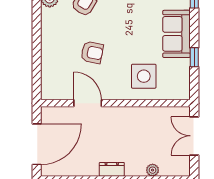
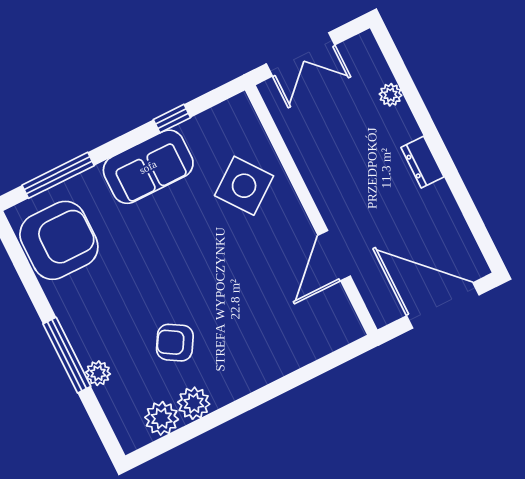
armchair: (92, 52) -> (247, 290), removed
side table: (144, 76) -> (244, 186), turned -37

